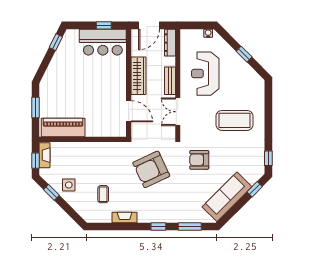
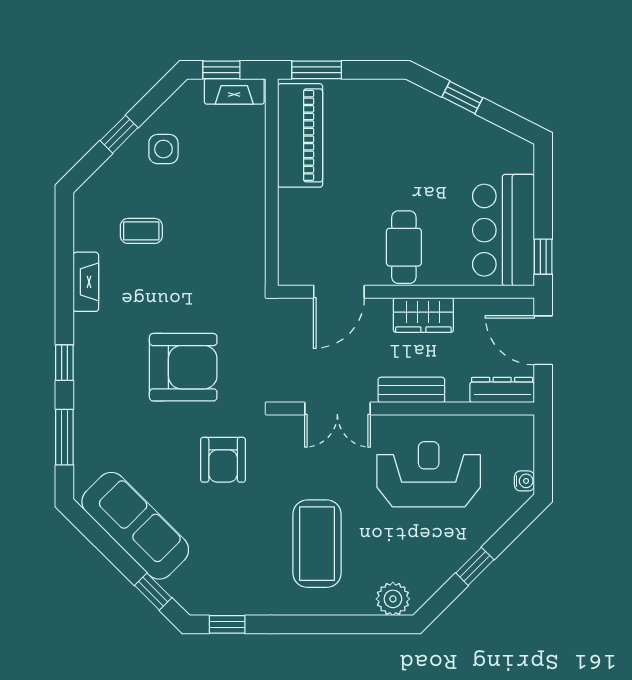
window: (104, 25) -> (543, 257), moved
window: (56, 42) -> (462, 97), moved
wardrobe: (138, 76) -> (423, 315), width x0.67
cafe table: (110, 84) -> (404, 247), added
plant: (258, 89) -> (393, 599), added
window: (36, 108) -> (317, 70), moved
double door: (178, 112) -> (337, 408), swing flipped
armchair: (199, 160) -> (223, 460), turned 180
armchair: (151, 169) -> (183, 367), moved, turned 115
window: (51, 192) -> (119, 134), moved

